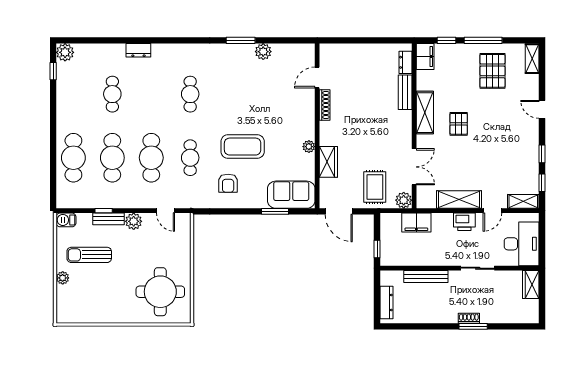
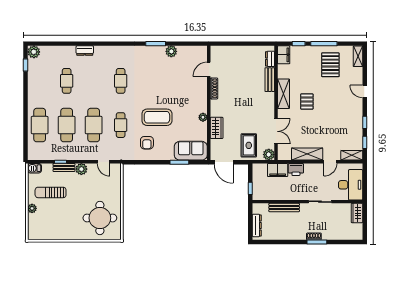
printer: (464, 222) -> (296, 170), moved

